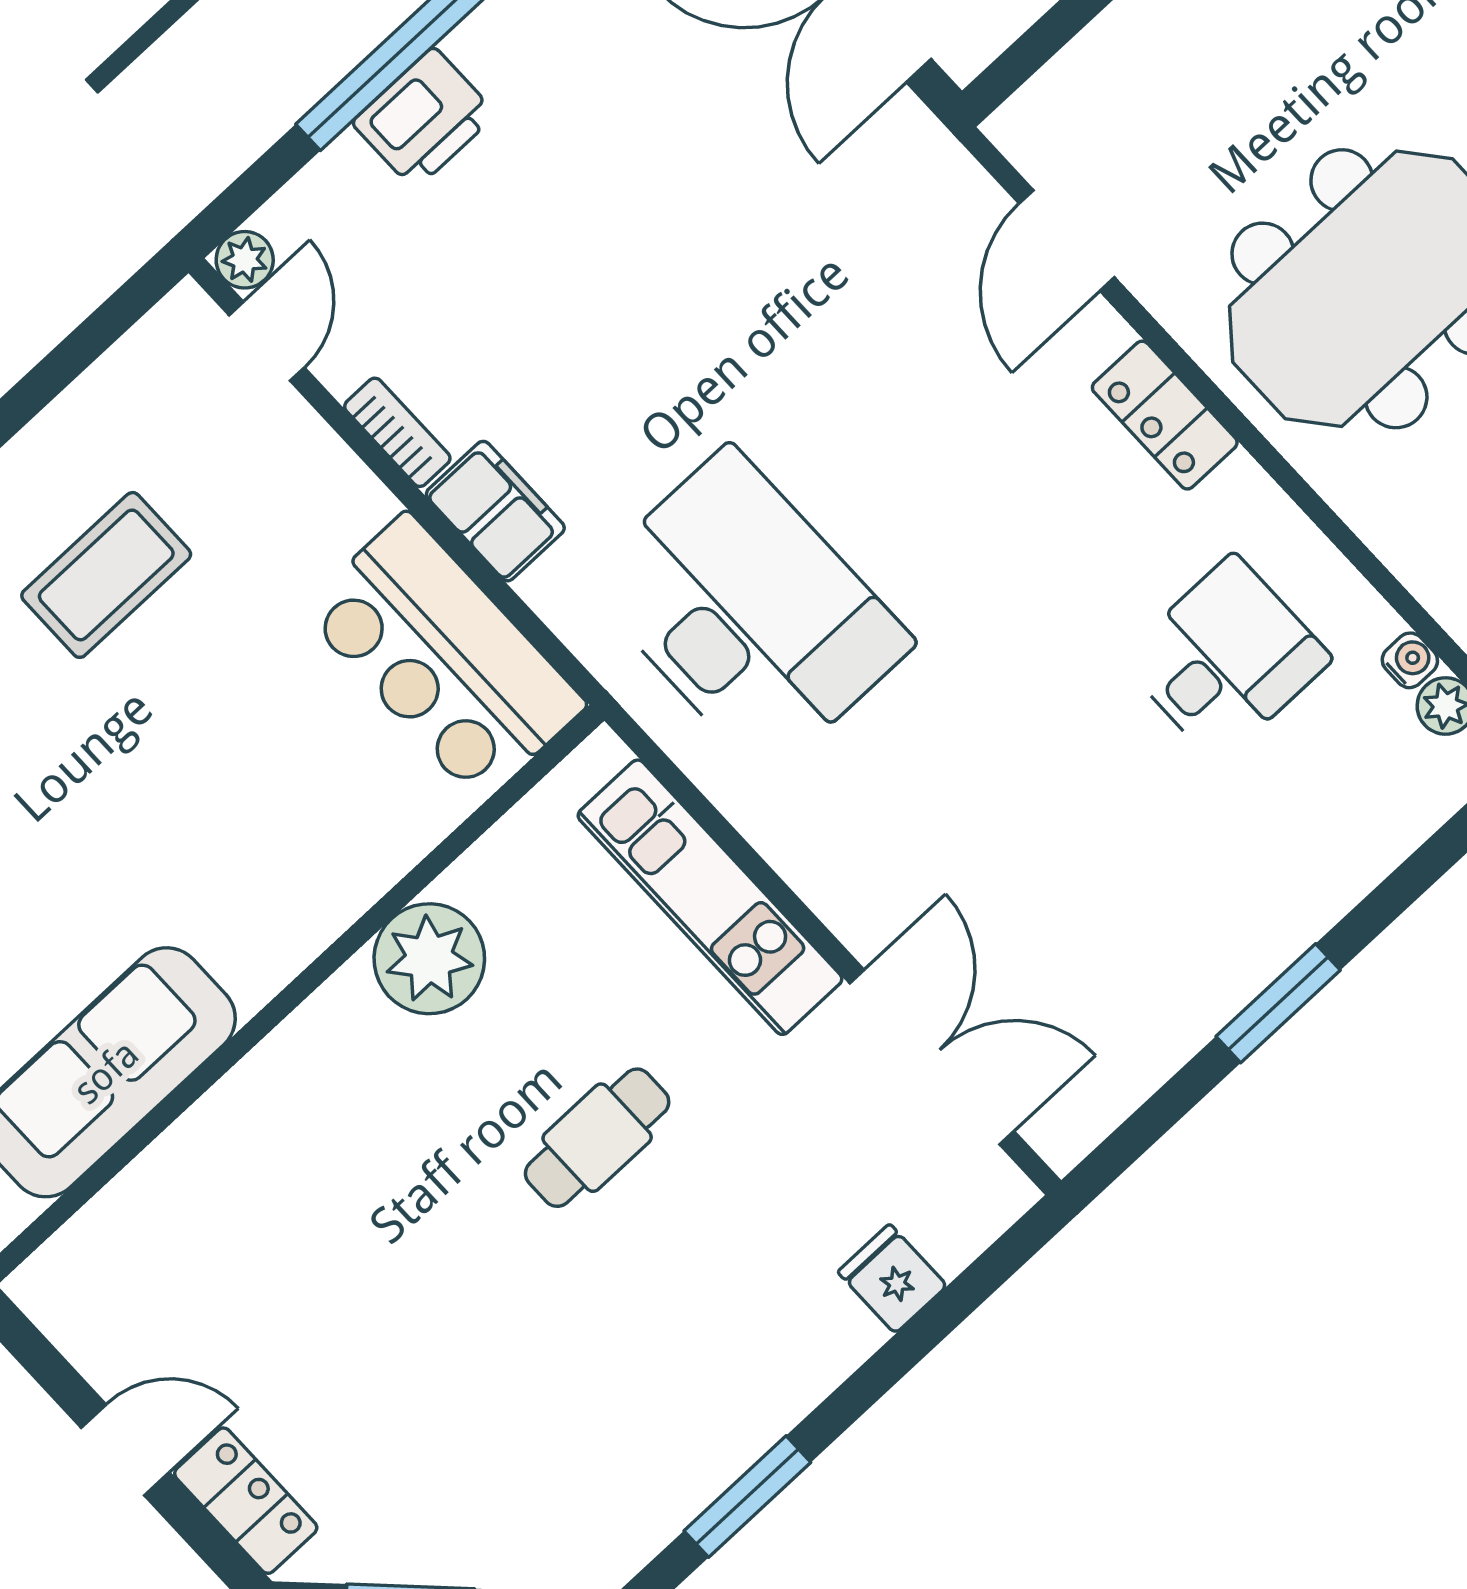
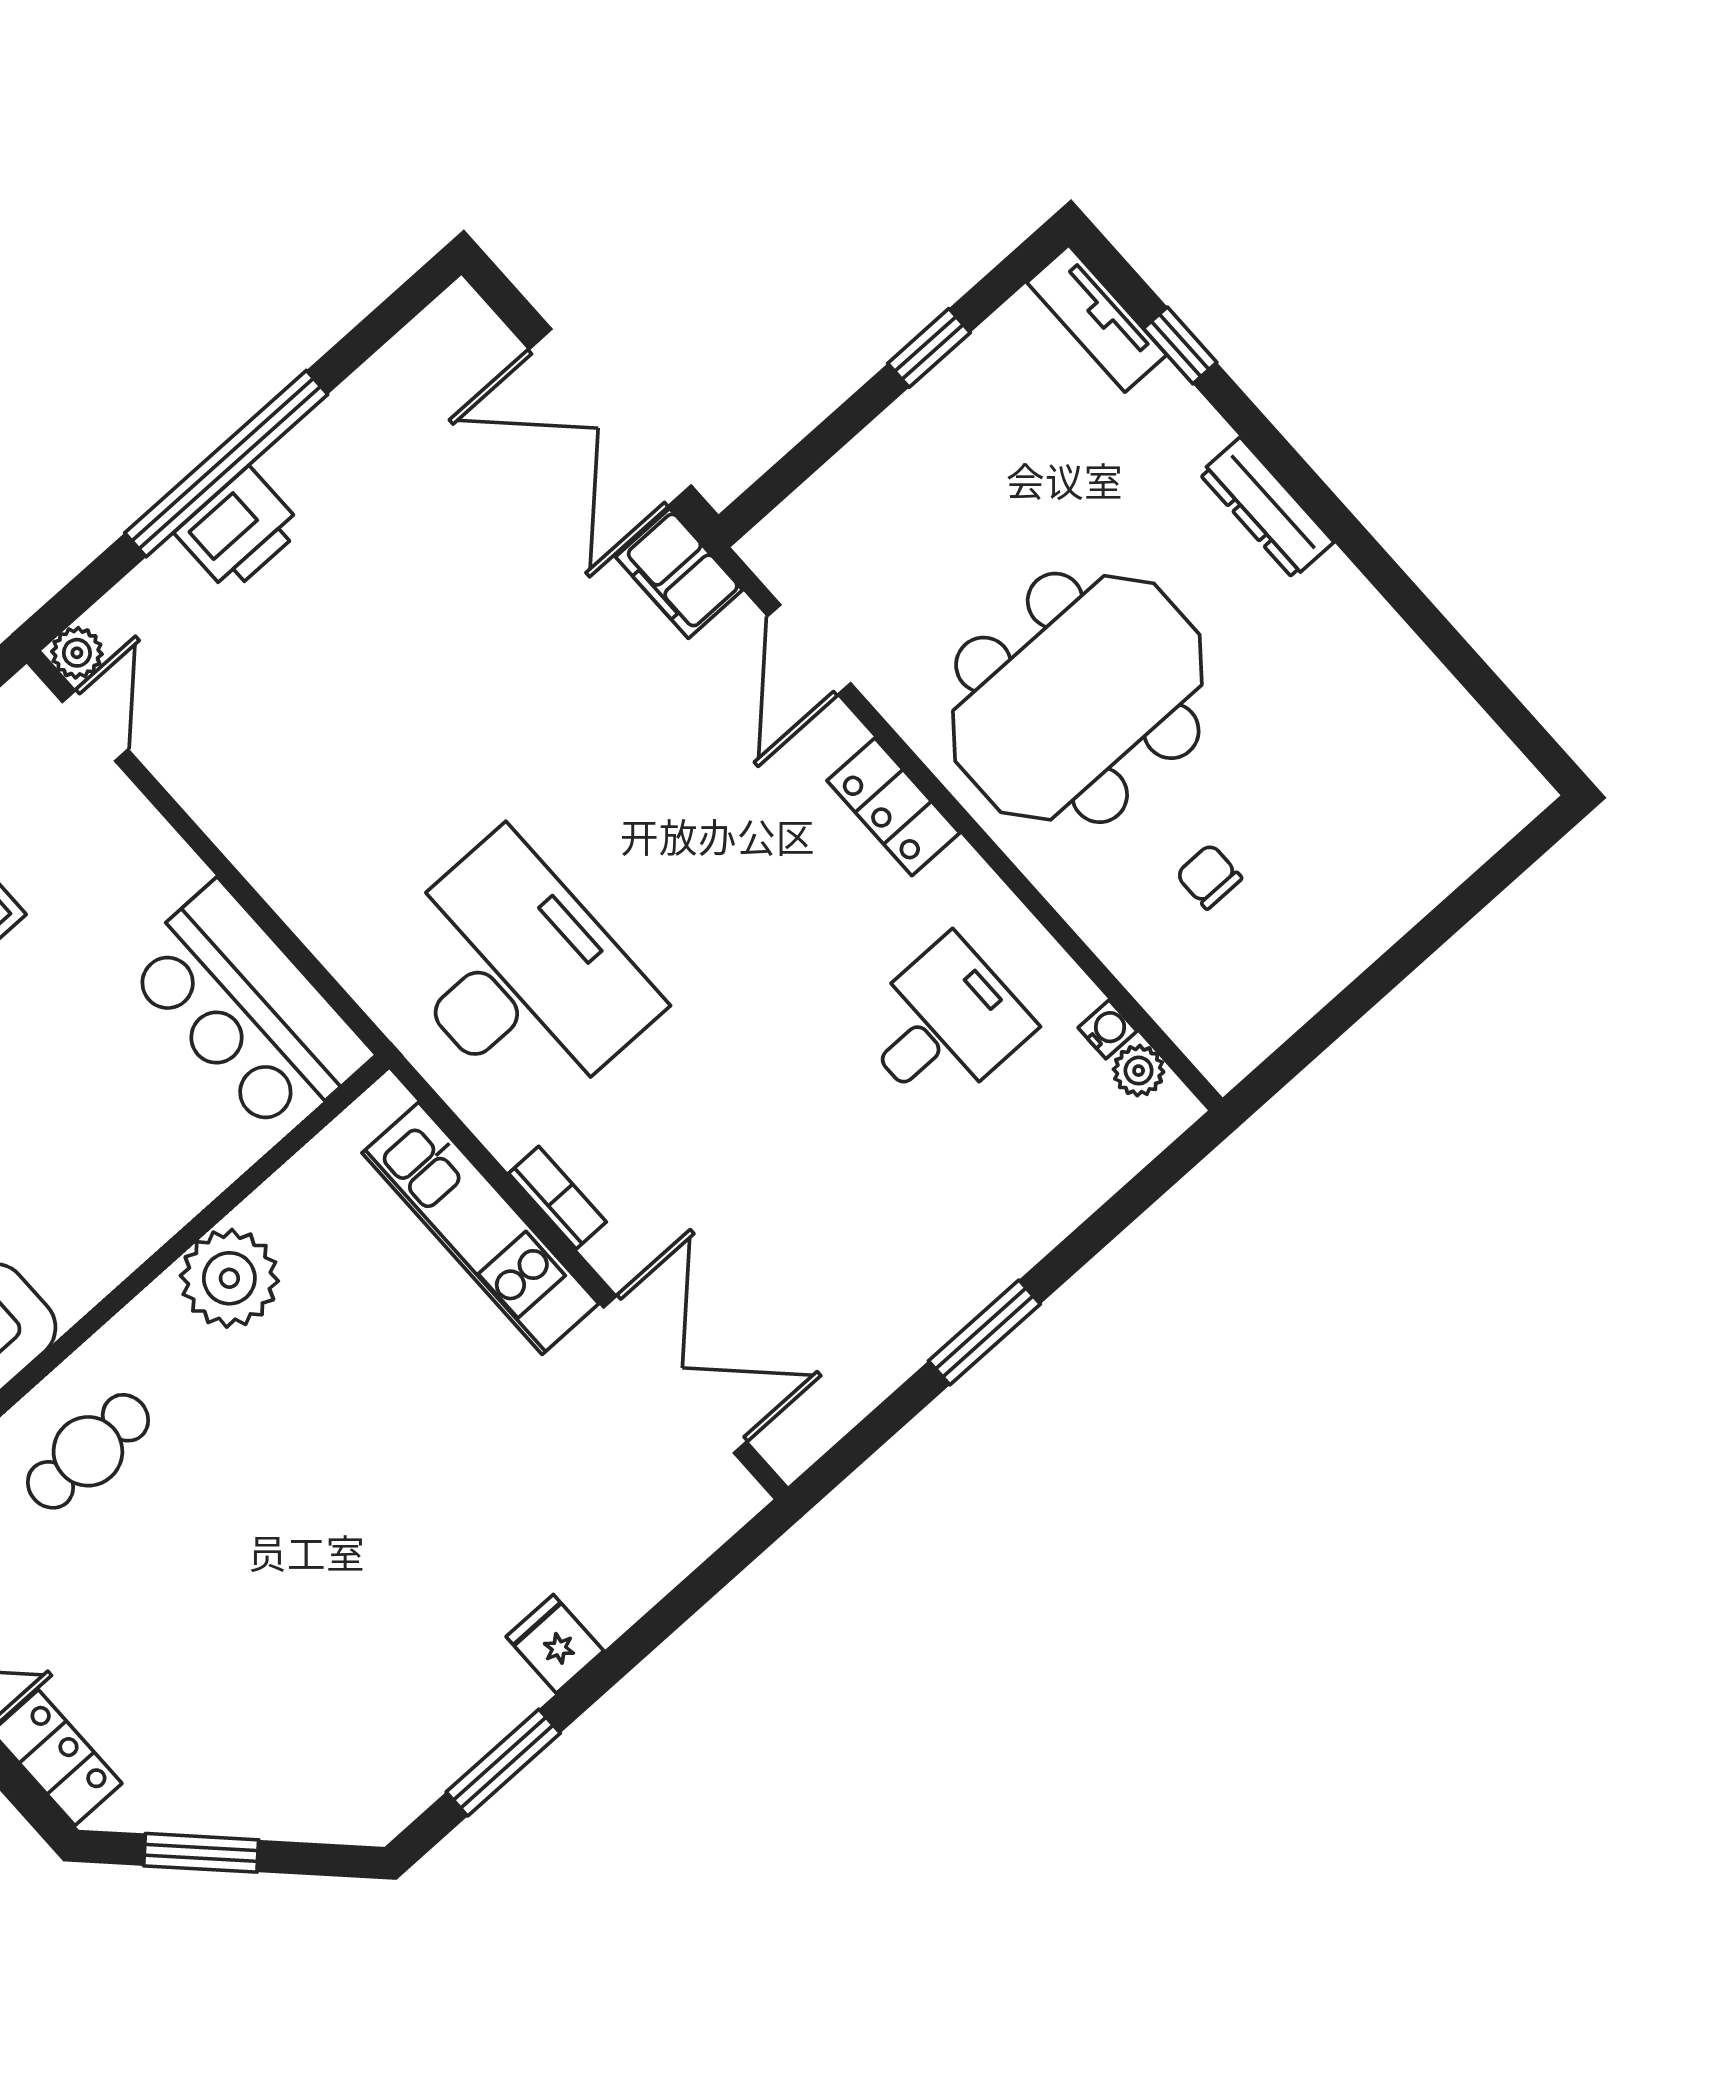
bookcase: (397, 432) -> (557, 1198), moved
filing cabinet: (495, 511) -> (679, 573), moved, turned 180
cafe table: (597, 1138) -> (88, 1451), moved
fridge: (892, 1279) -> (555, 1644), moved

